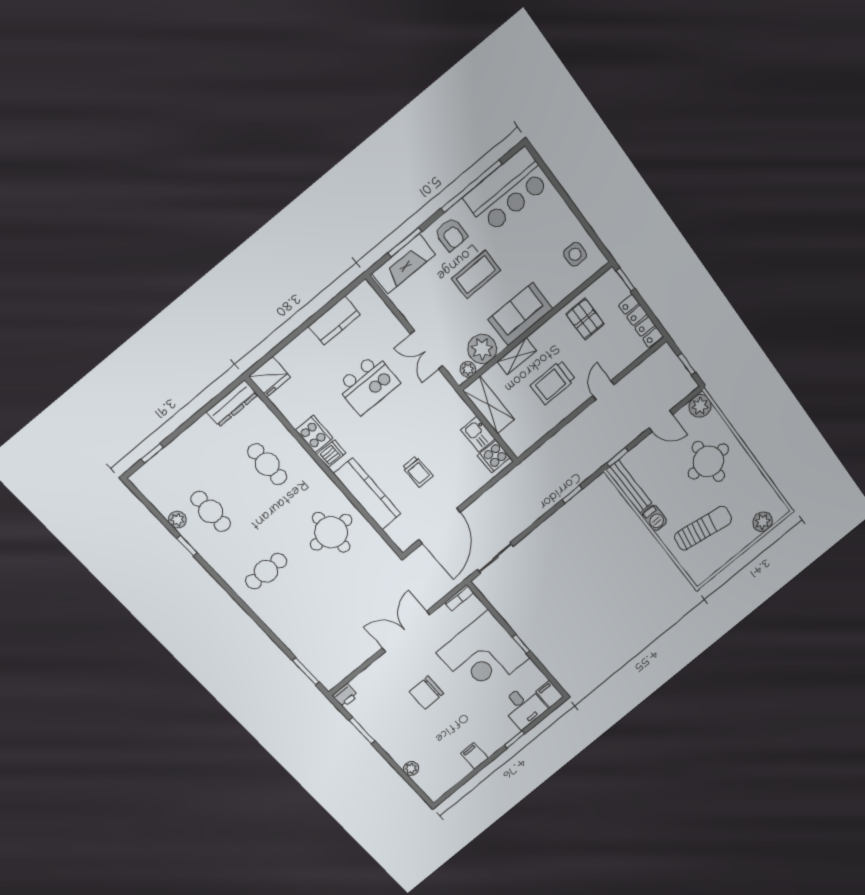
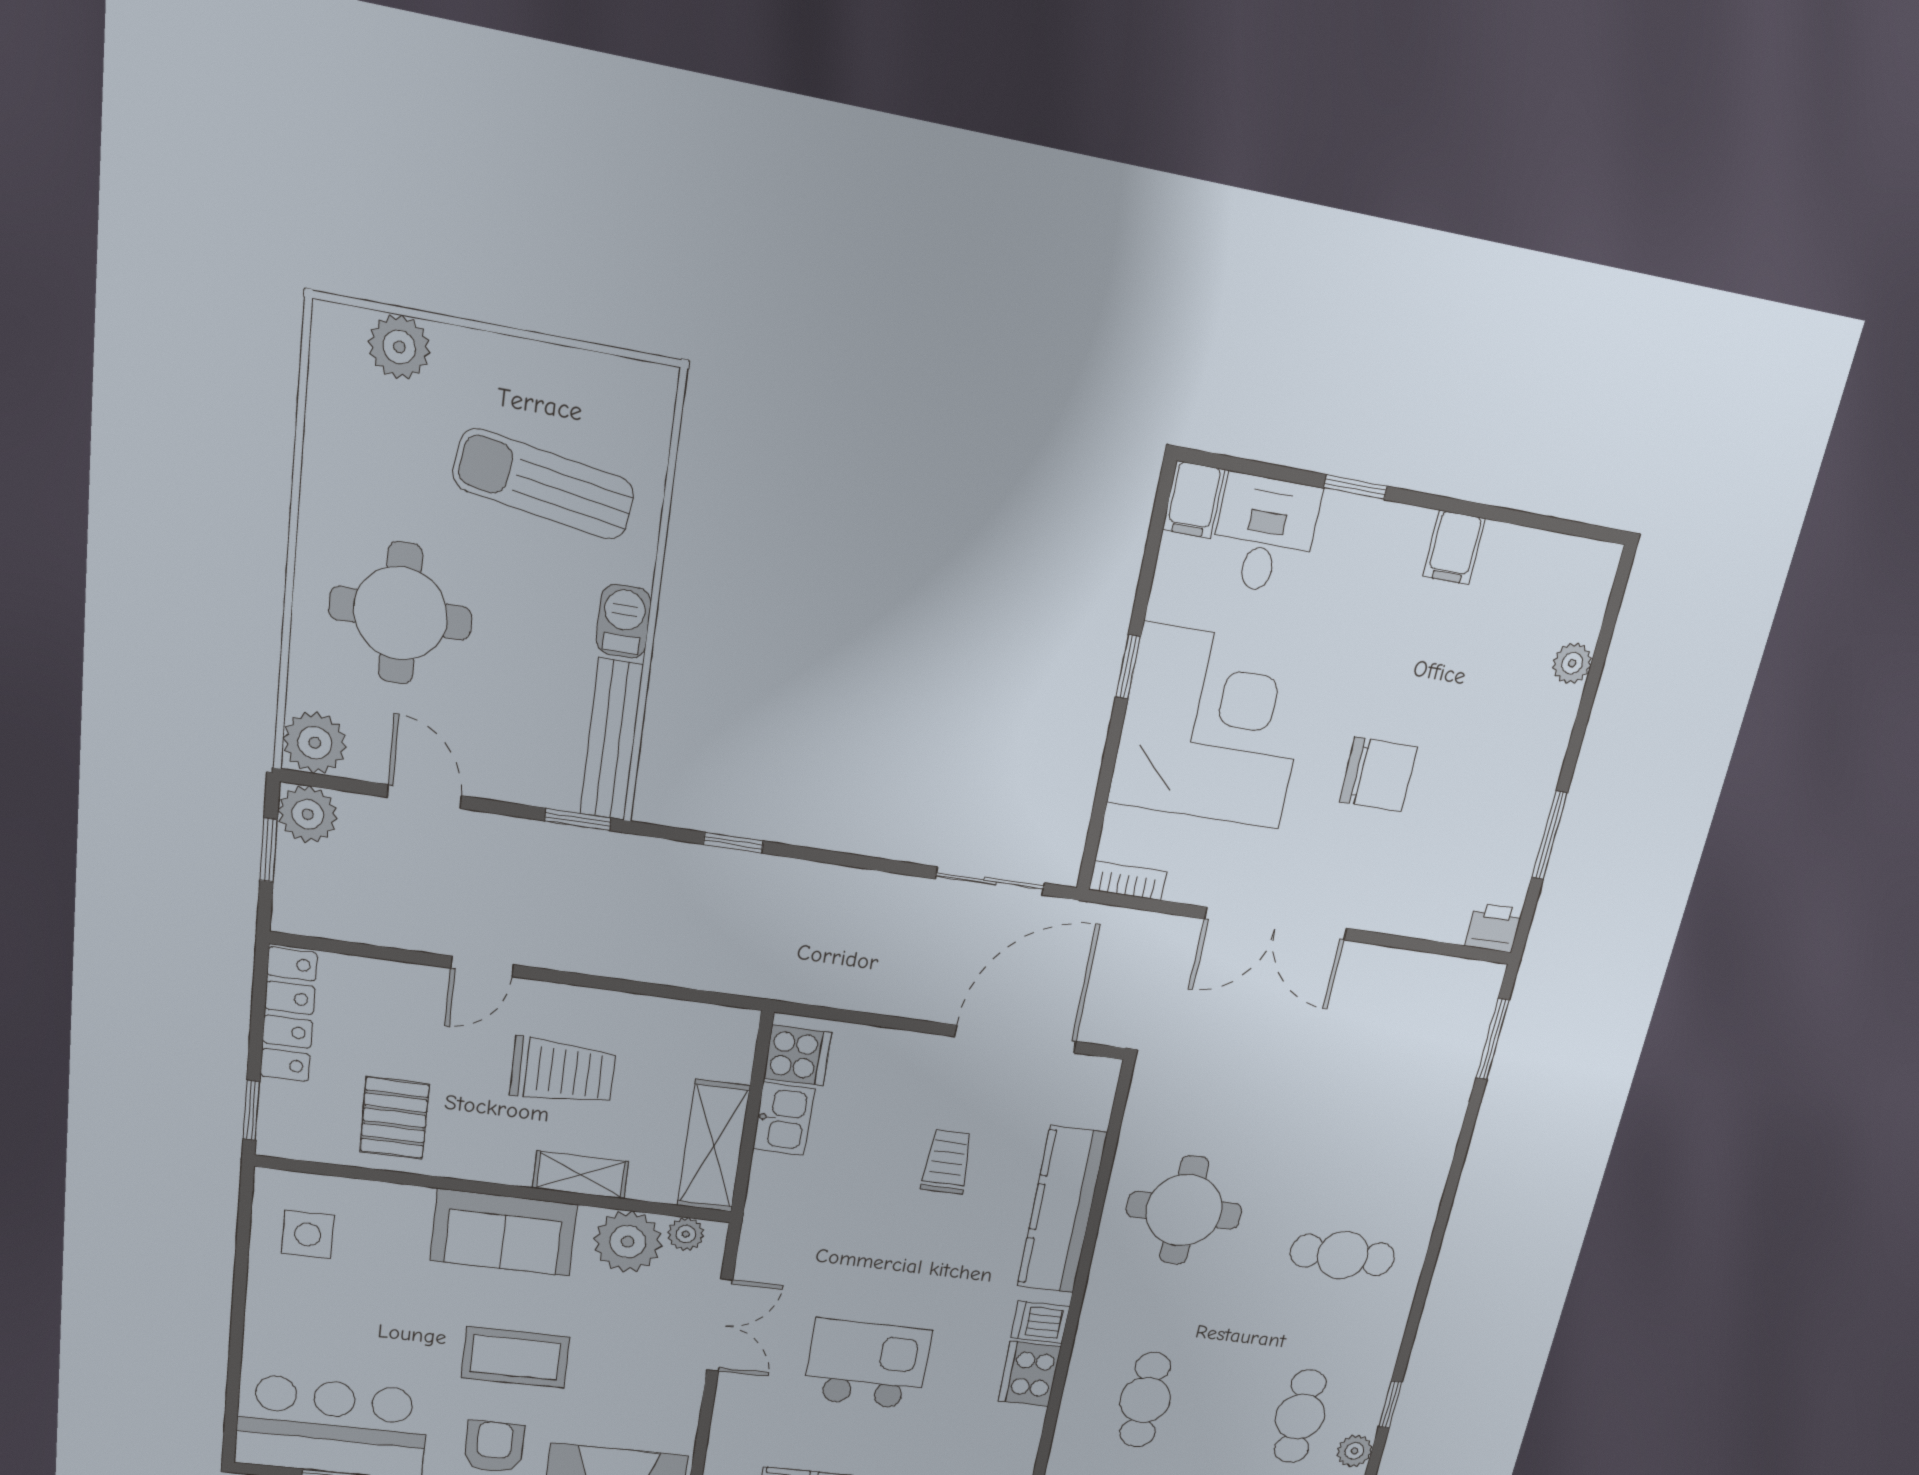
plant: (685, 385) -> (308, 814), added

